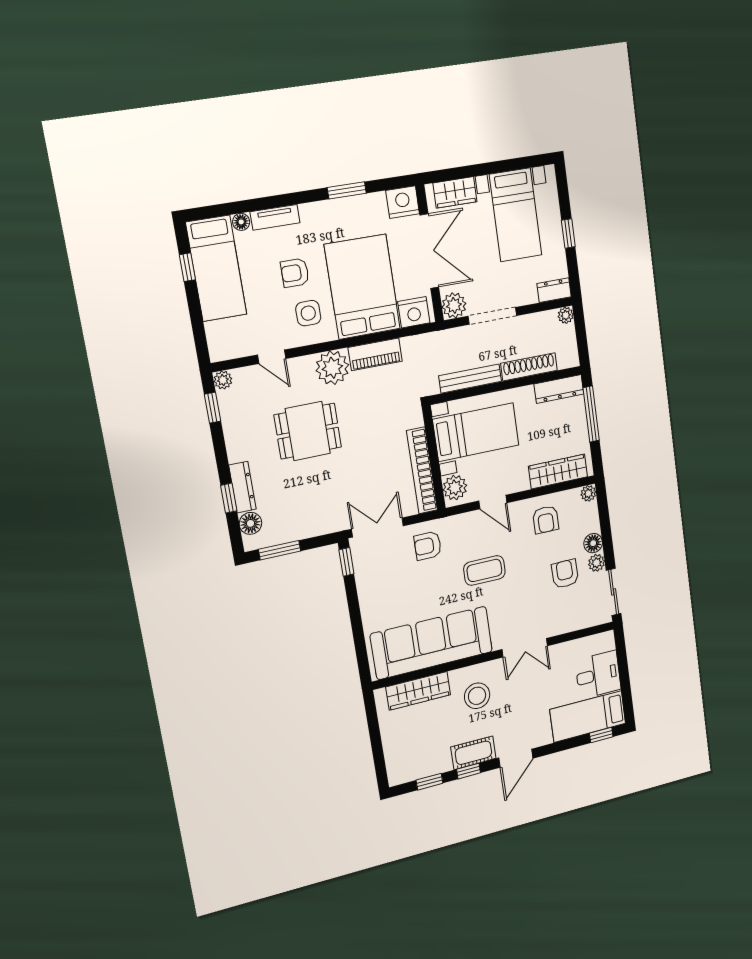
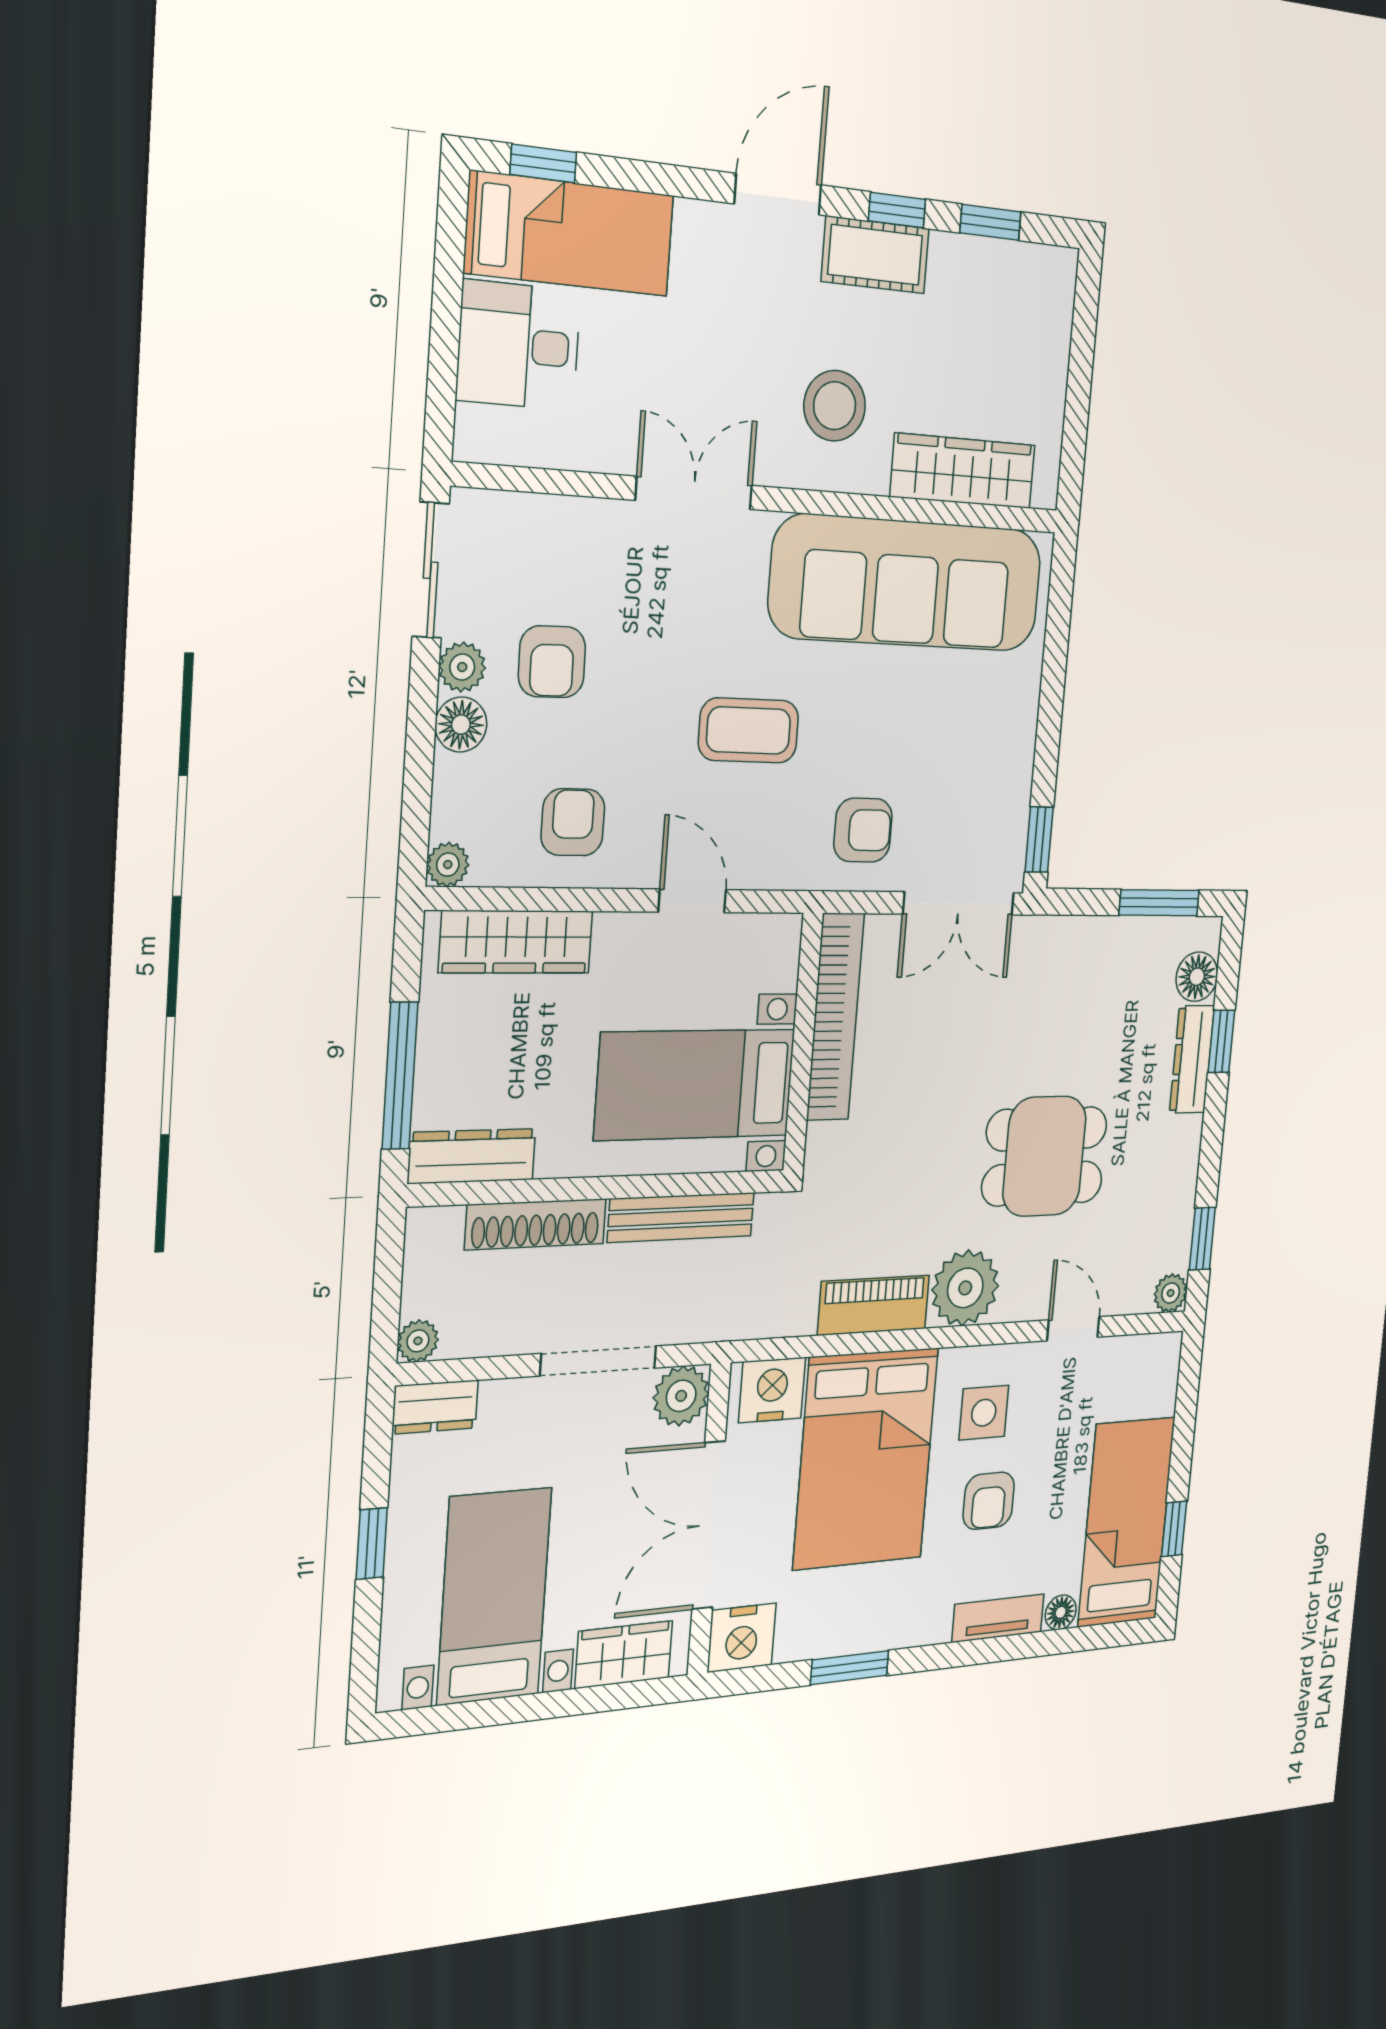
armchair: (295, 273) -> (989, 1501), turned 90
plant: (455, 488) -> (772, 958), removed

